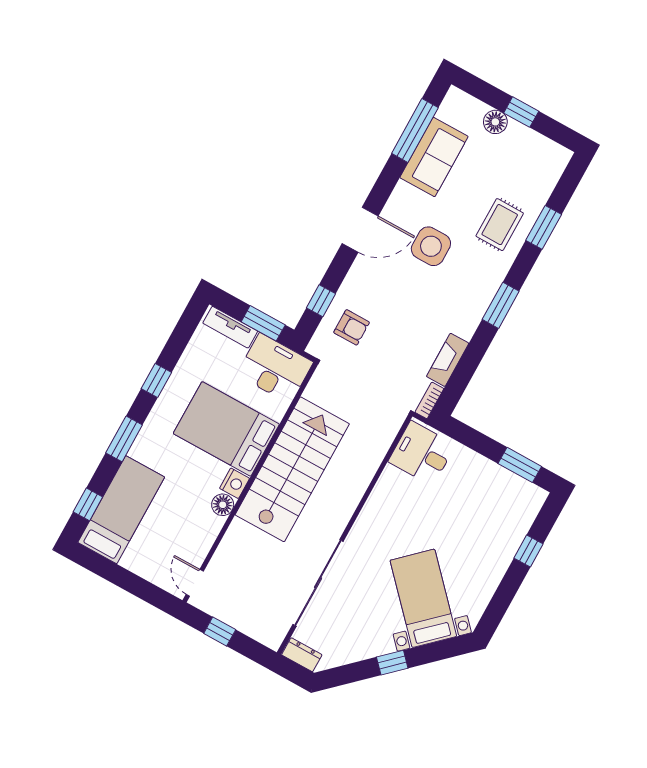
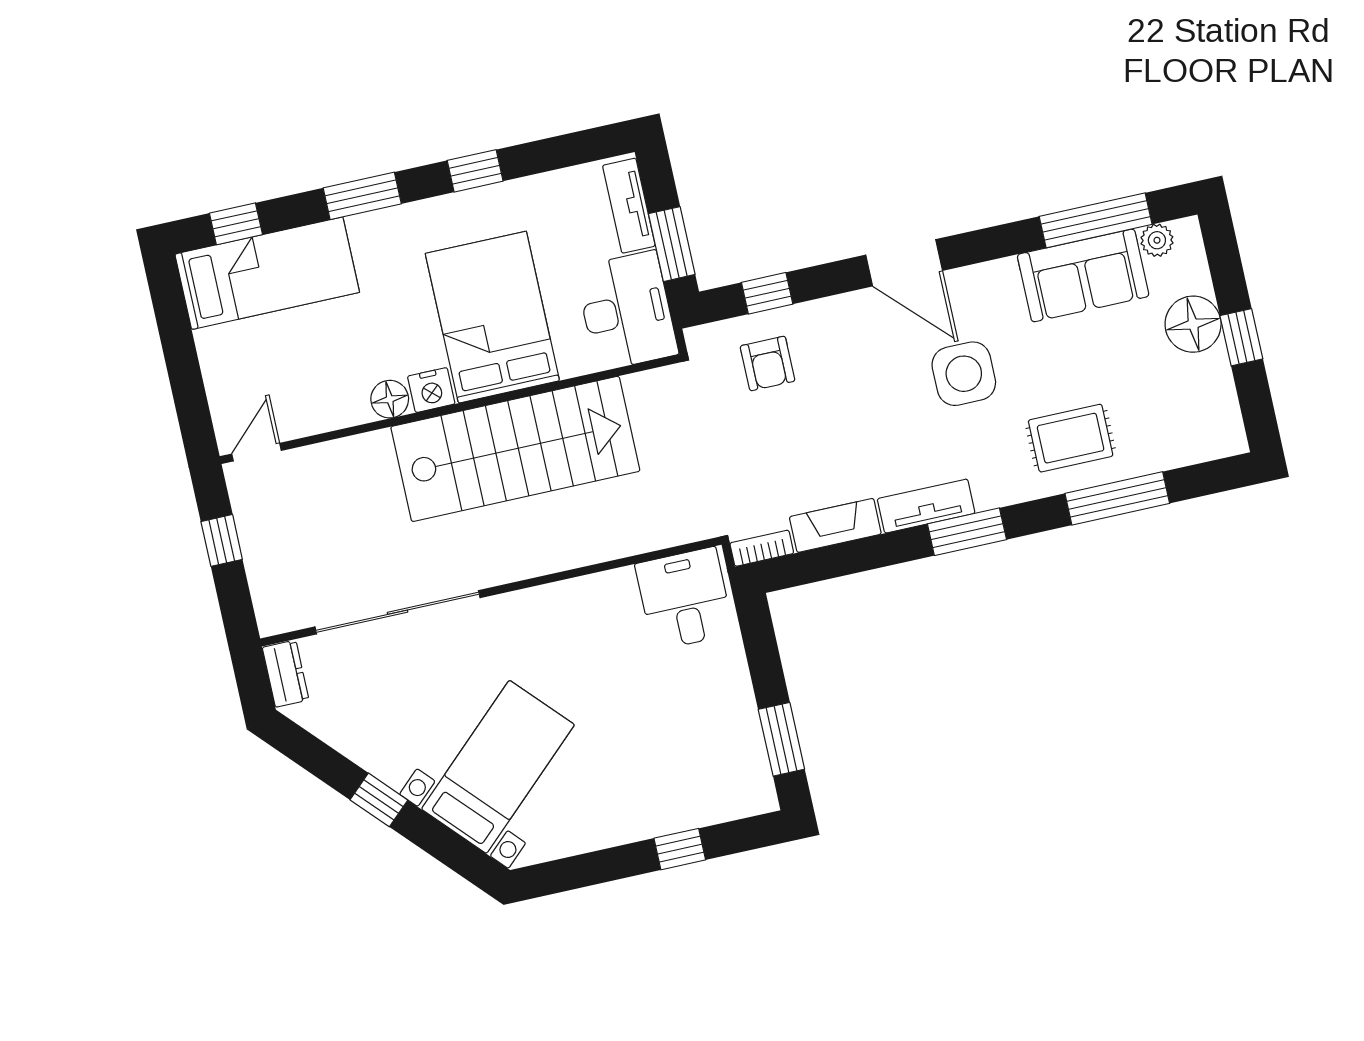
plant: (447, 112) -> (1157, 240), added
floor lamp: (495, 122) -> (1193, 324), width x1.38, depth x1.38
window: (544, 227) -> (1117, 498), width x1.44
tv unit: (474, 313) -> (926, 506), added

